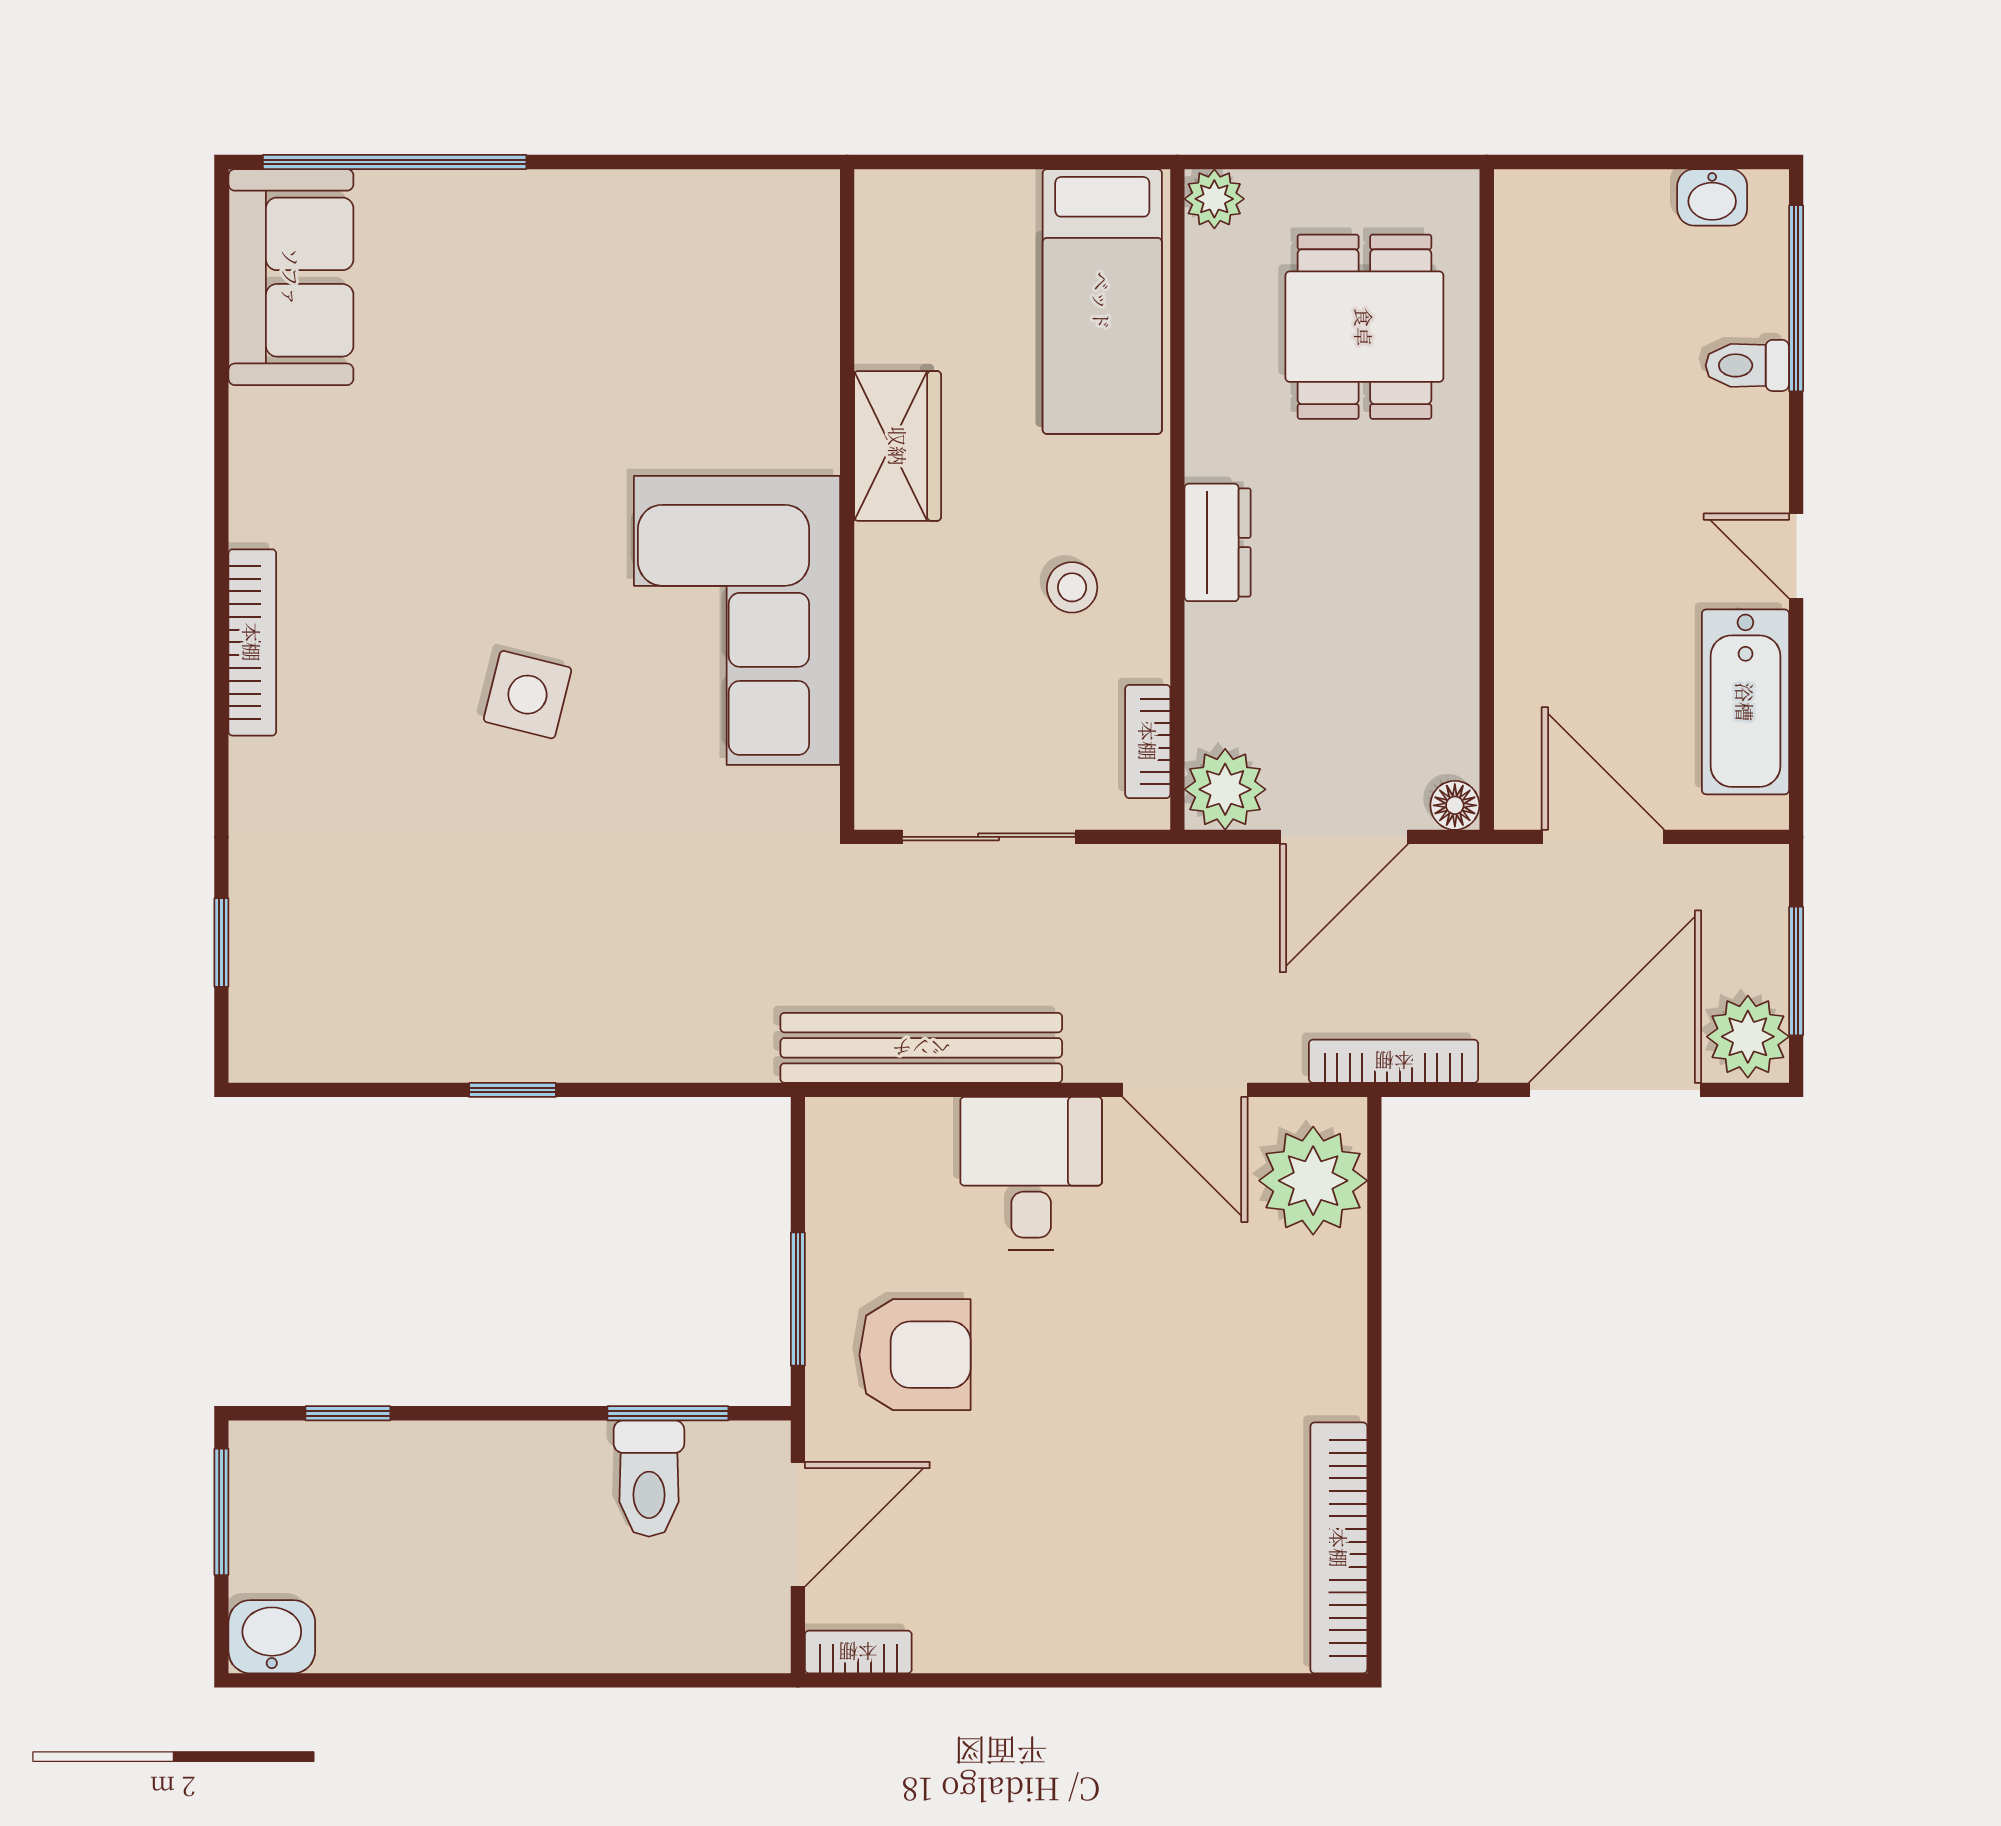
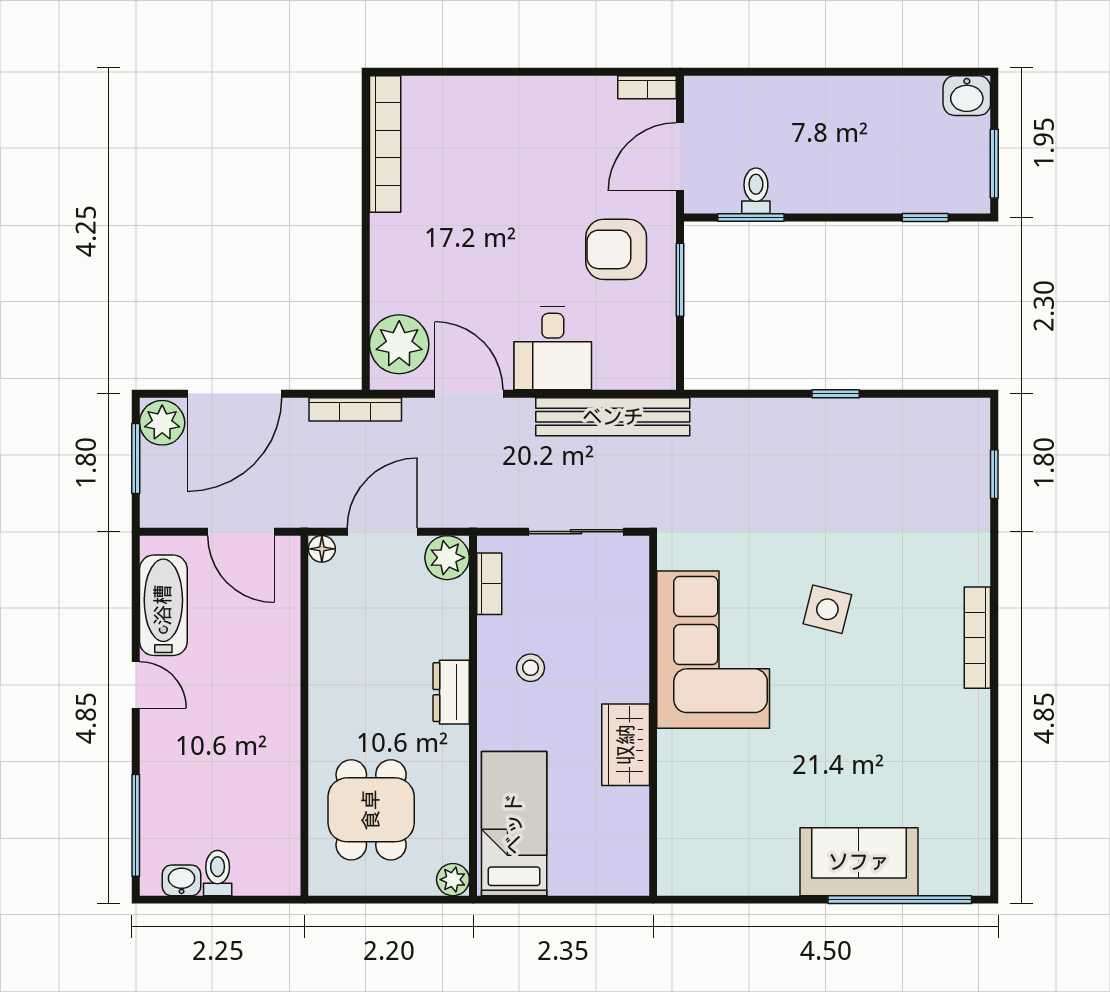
sofa: (291, 277) -> (859, 862), moved, turned 90
toilet: (1747, 365) -> (218, 873), moved, turned -90
toilet: (649, 1479) -> (756, 191), width x0.73, depth x0.72

